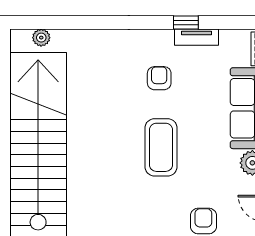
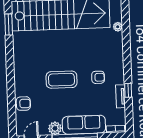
plant: (41, 38) -> (118, 27), moved

